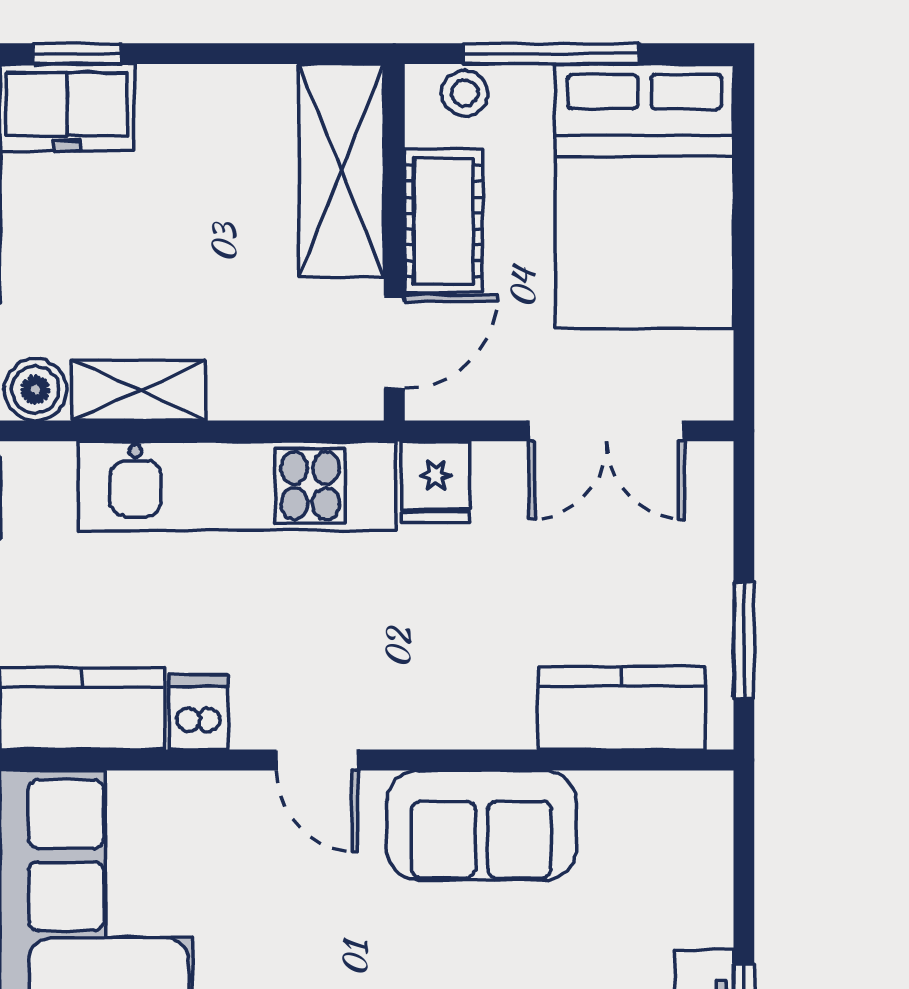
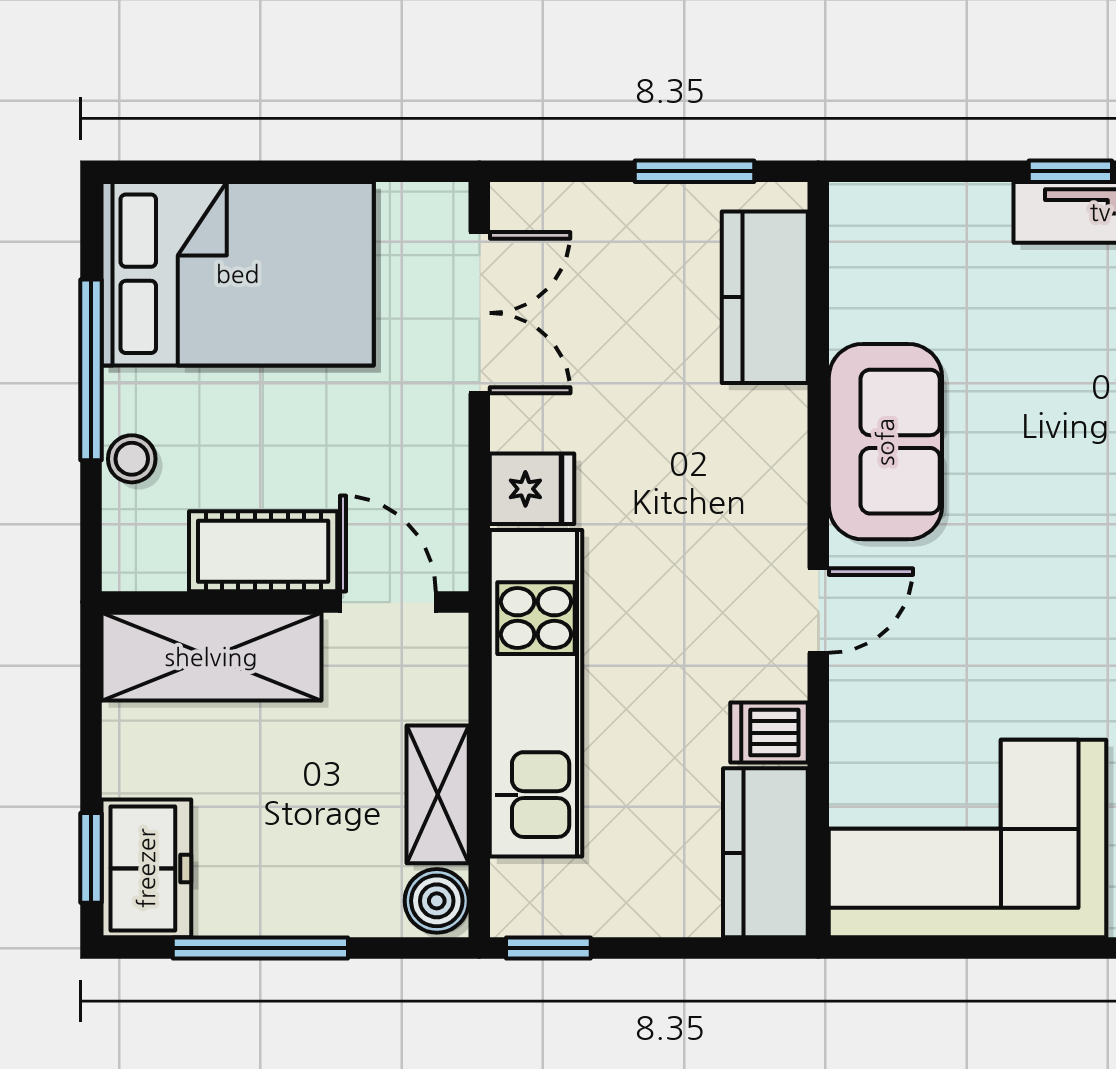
shelving: (341, 171) -> (211, 657), moved
cot: (444, 221) -> (263, 551), moved
wall: (394, 242) -> (285, 602), moved
door: (394, 342) -> (388, 602), moved

